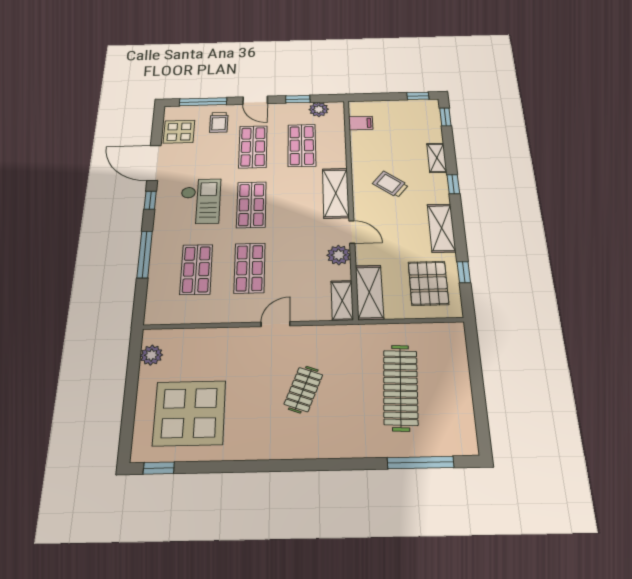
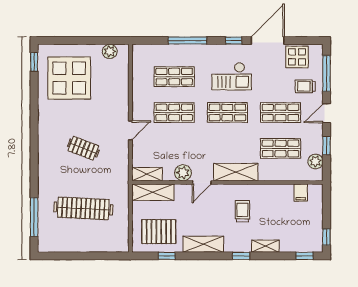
trolley: (390, 184) -> (242, 211), turned -38
door: (276, 324) -> (130, 130), hinge flipped

